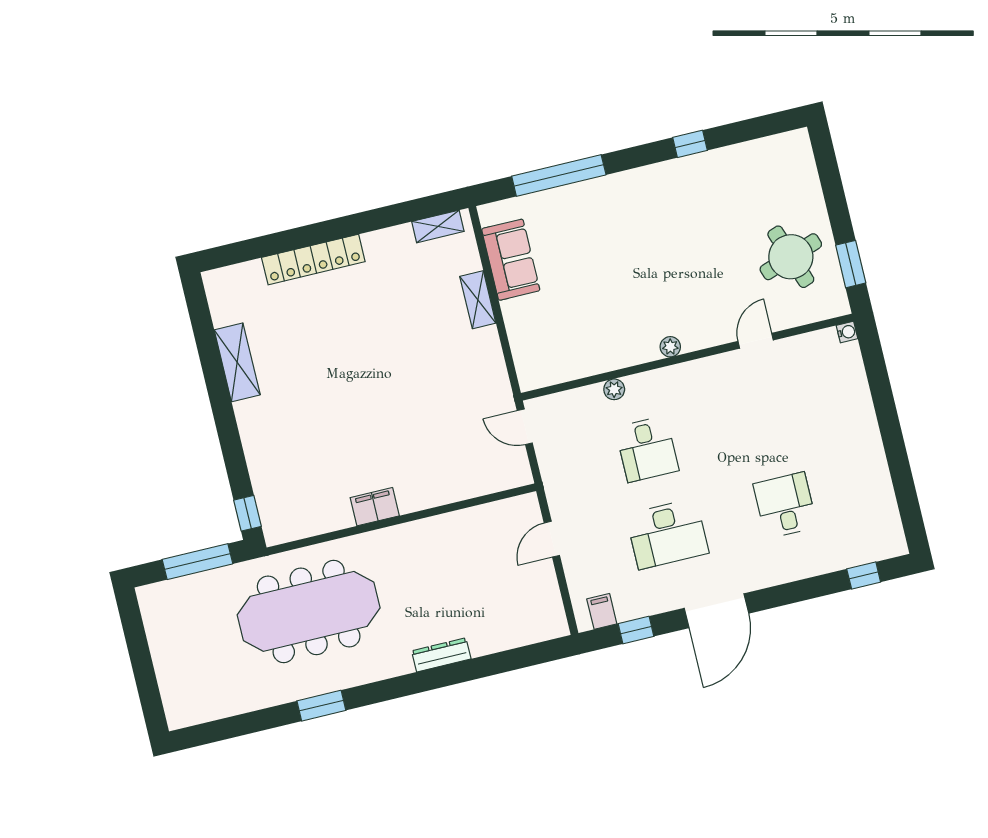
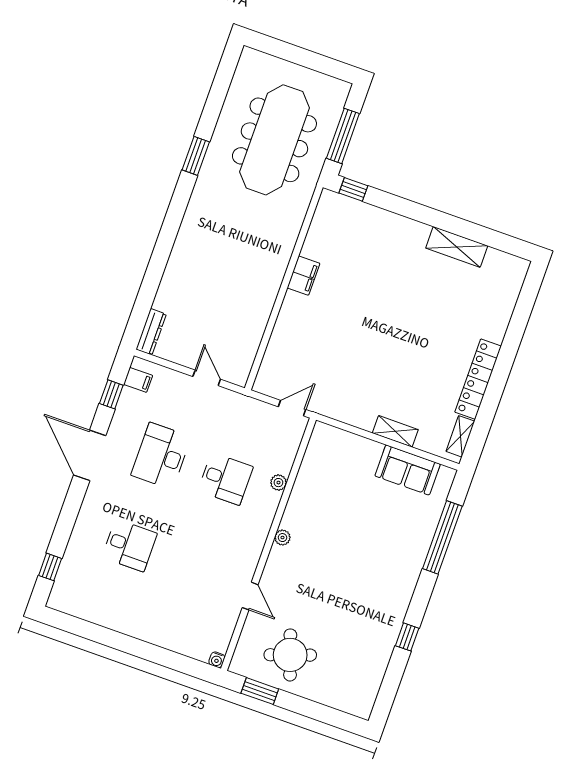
locker: (313, 260) -> (478, 379), moved
desk: (647, 449) -> (225, 479), turned 180
meeting table: (309, 611) -> (274, 140), moved
dresser: (441, 655) -> (151, 332), moved

